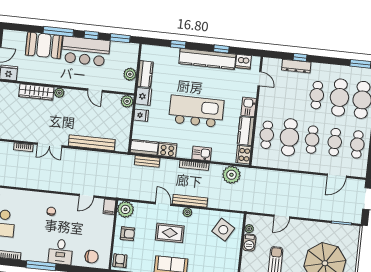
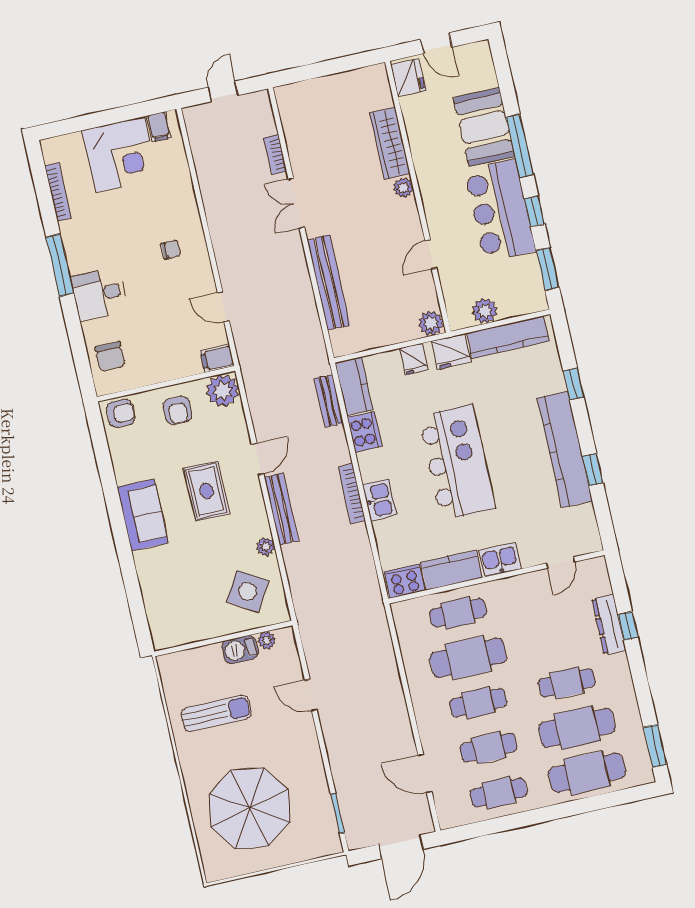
dishwasher: (243, 62) -> (583, 520), removed
kitchen counter: (145, 74) -> (508, 337), width x1.50
plant: (231, 175) -> (358, 571), removed
plant: (187, 212) -> (265, 547), moved

